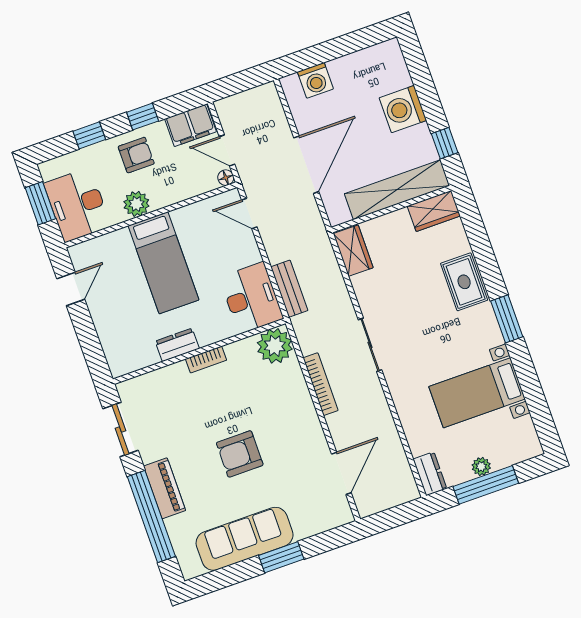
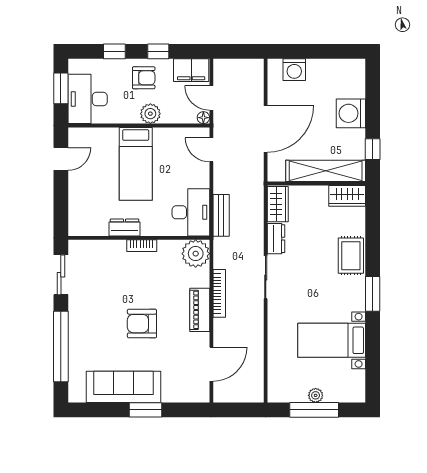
plant: (136, 204) -> (150, 114), moved
dresser: (430, 474) -> (276, 239), moved
piano: (165, 488) -> (200, 310), moved, turned 180

